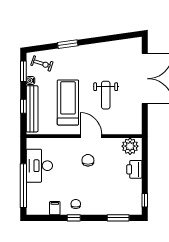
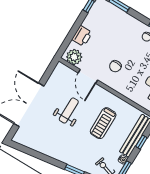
treadmill: (68, 102) -> (103, 123), width x0.73, depth x0.73
door: (91, 136) -> (88, 76), moved

